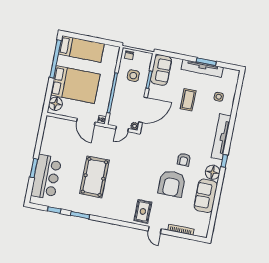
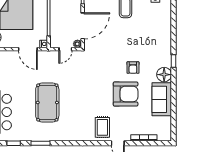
tv unit: (221, 137) -> (166, 37), removed
armchair: (172, 184) -> (126, 94), turned -90

